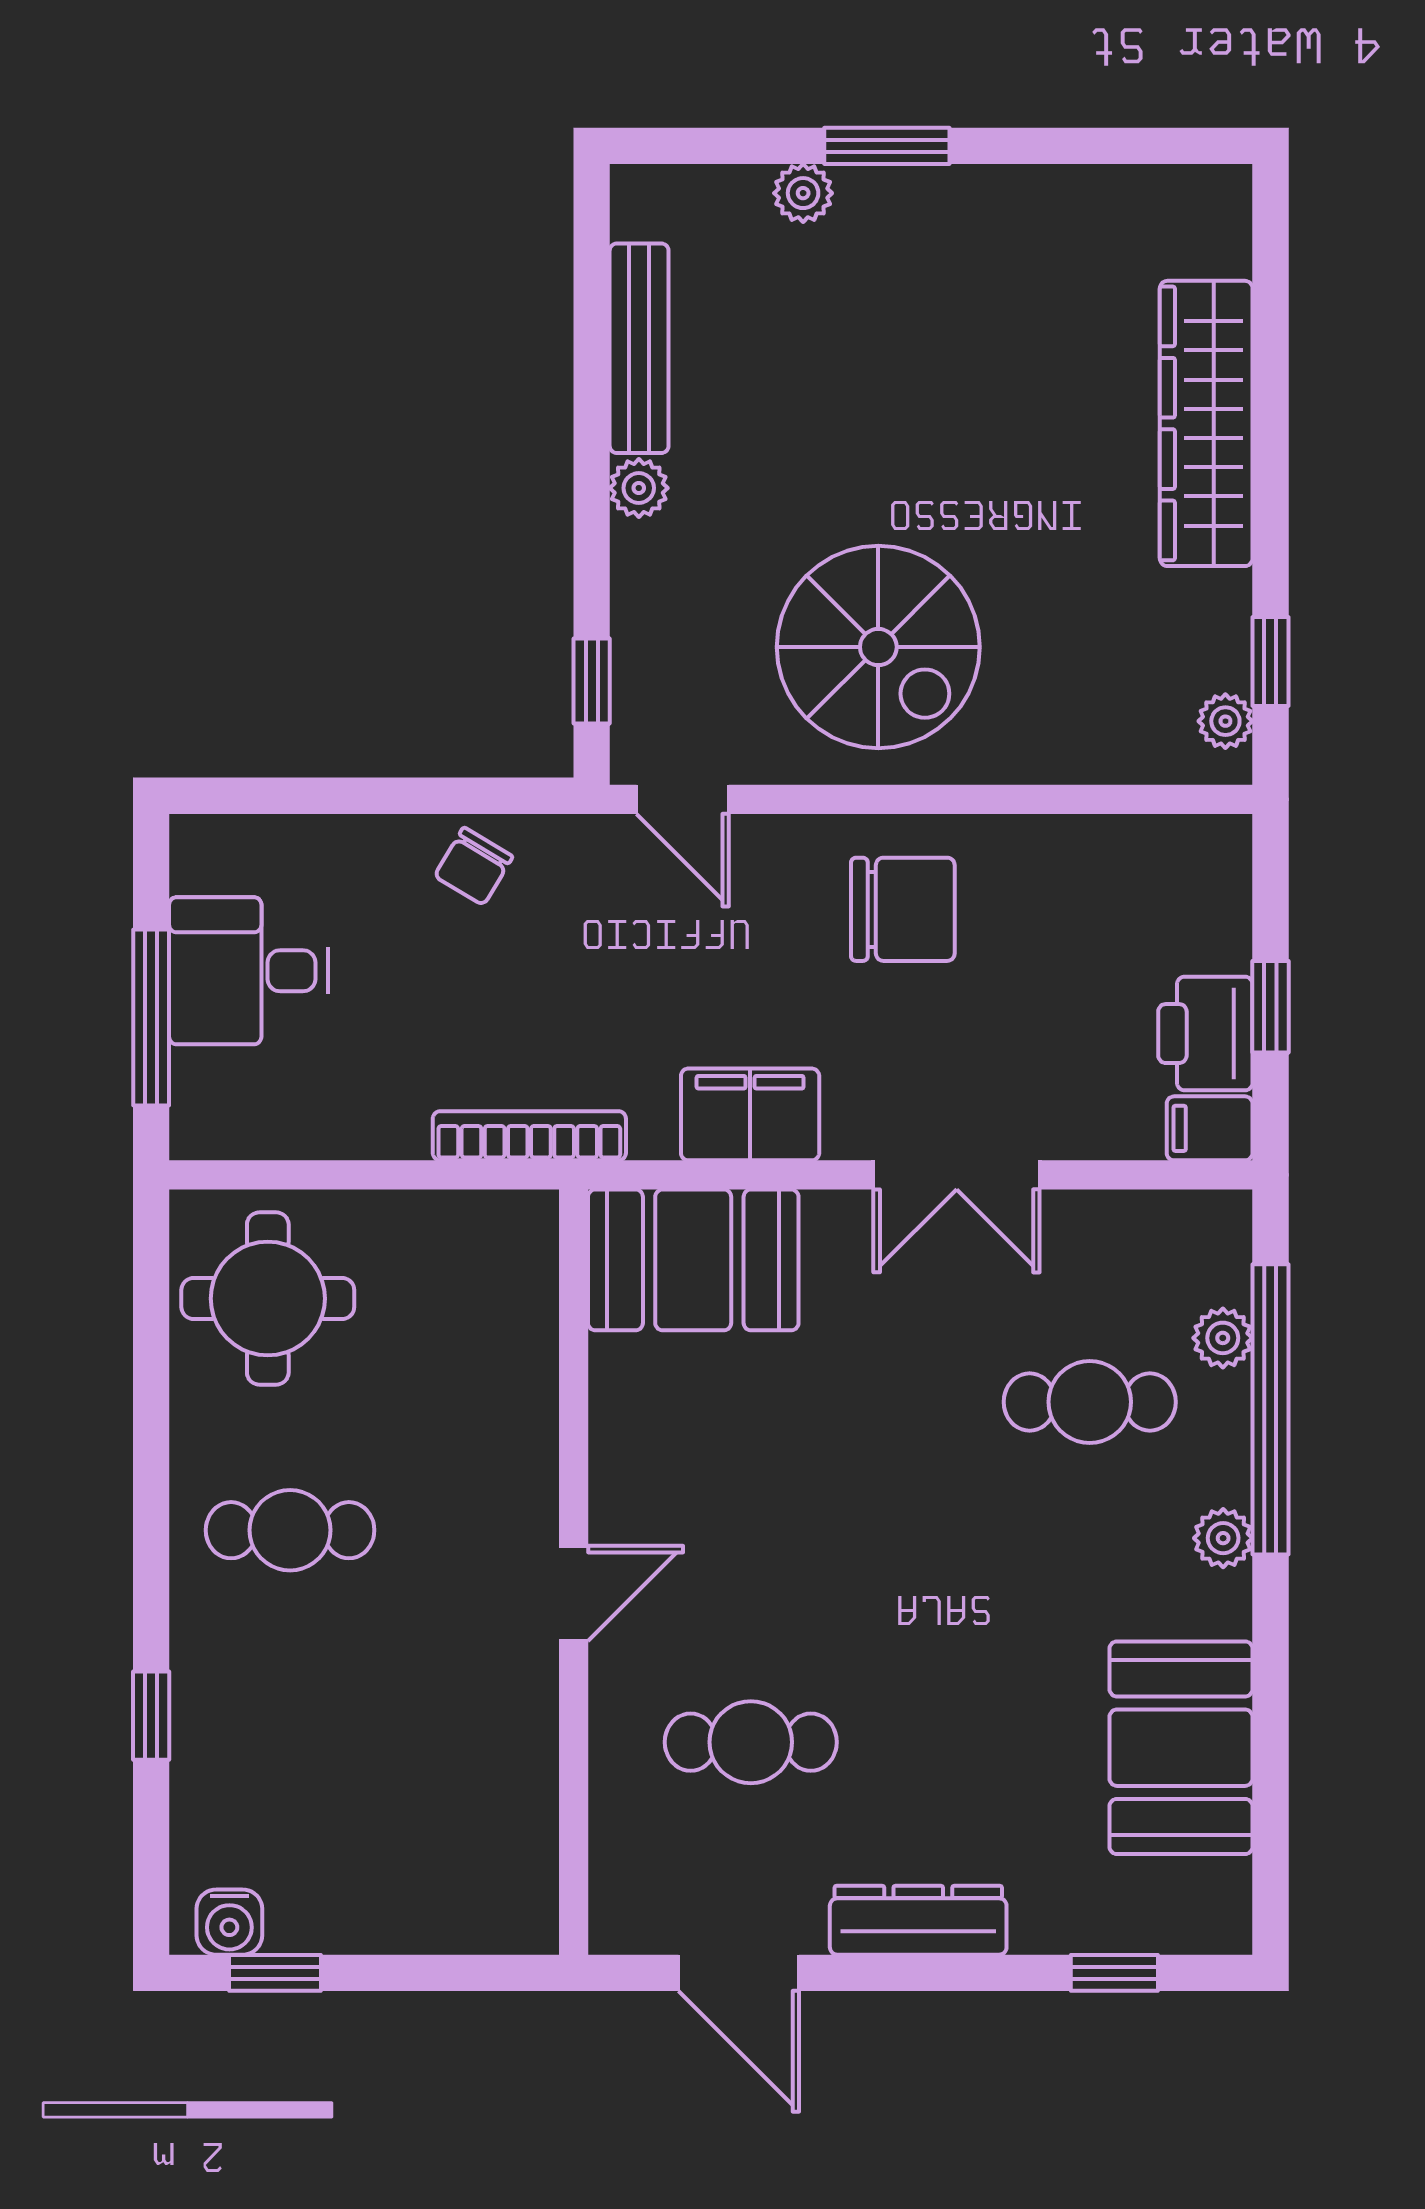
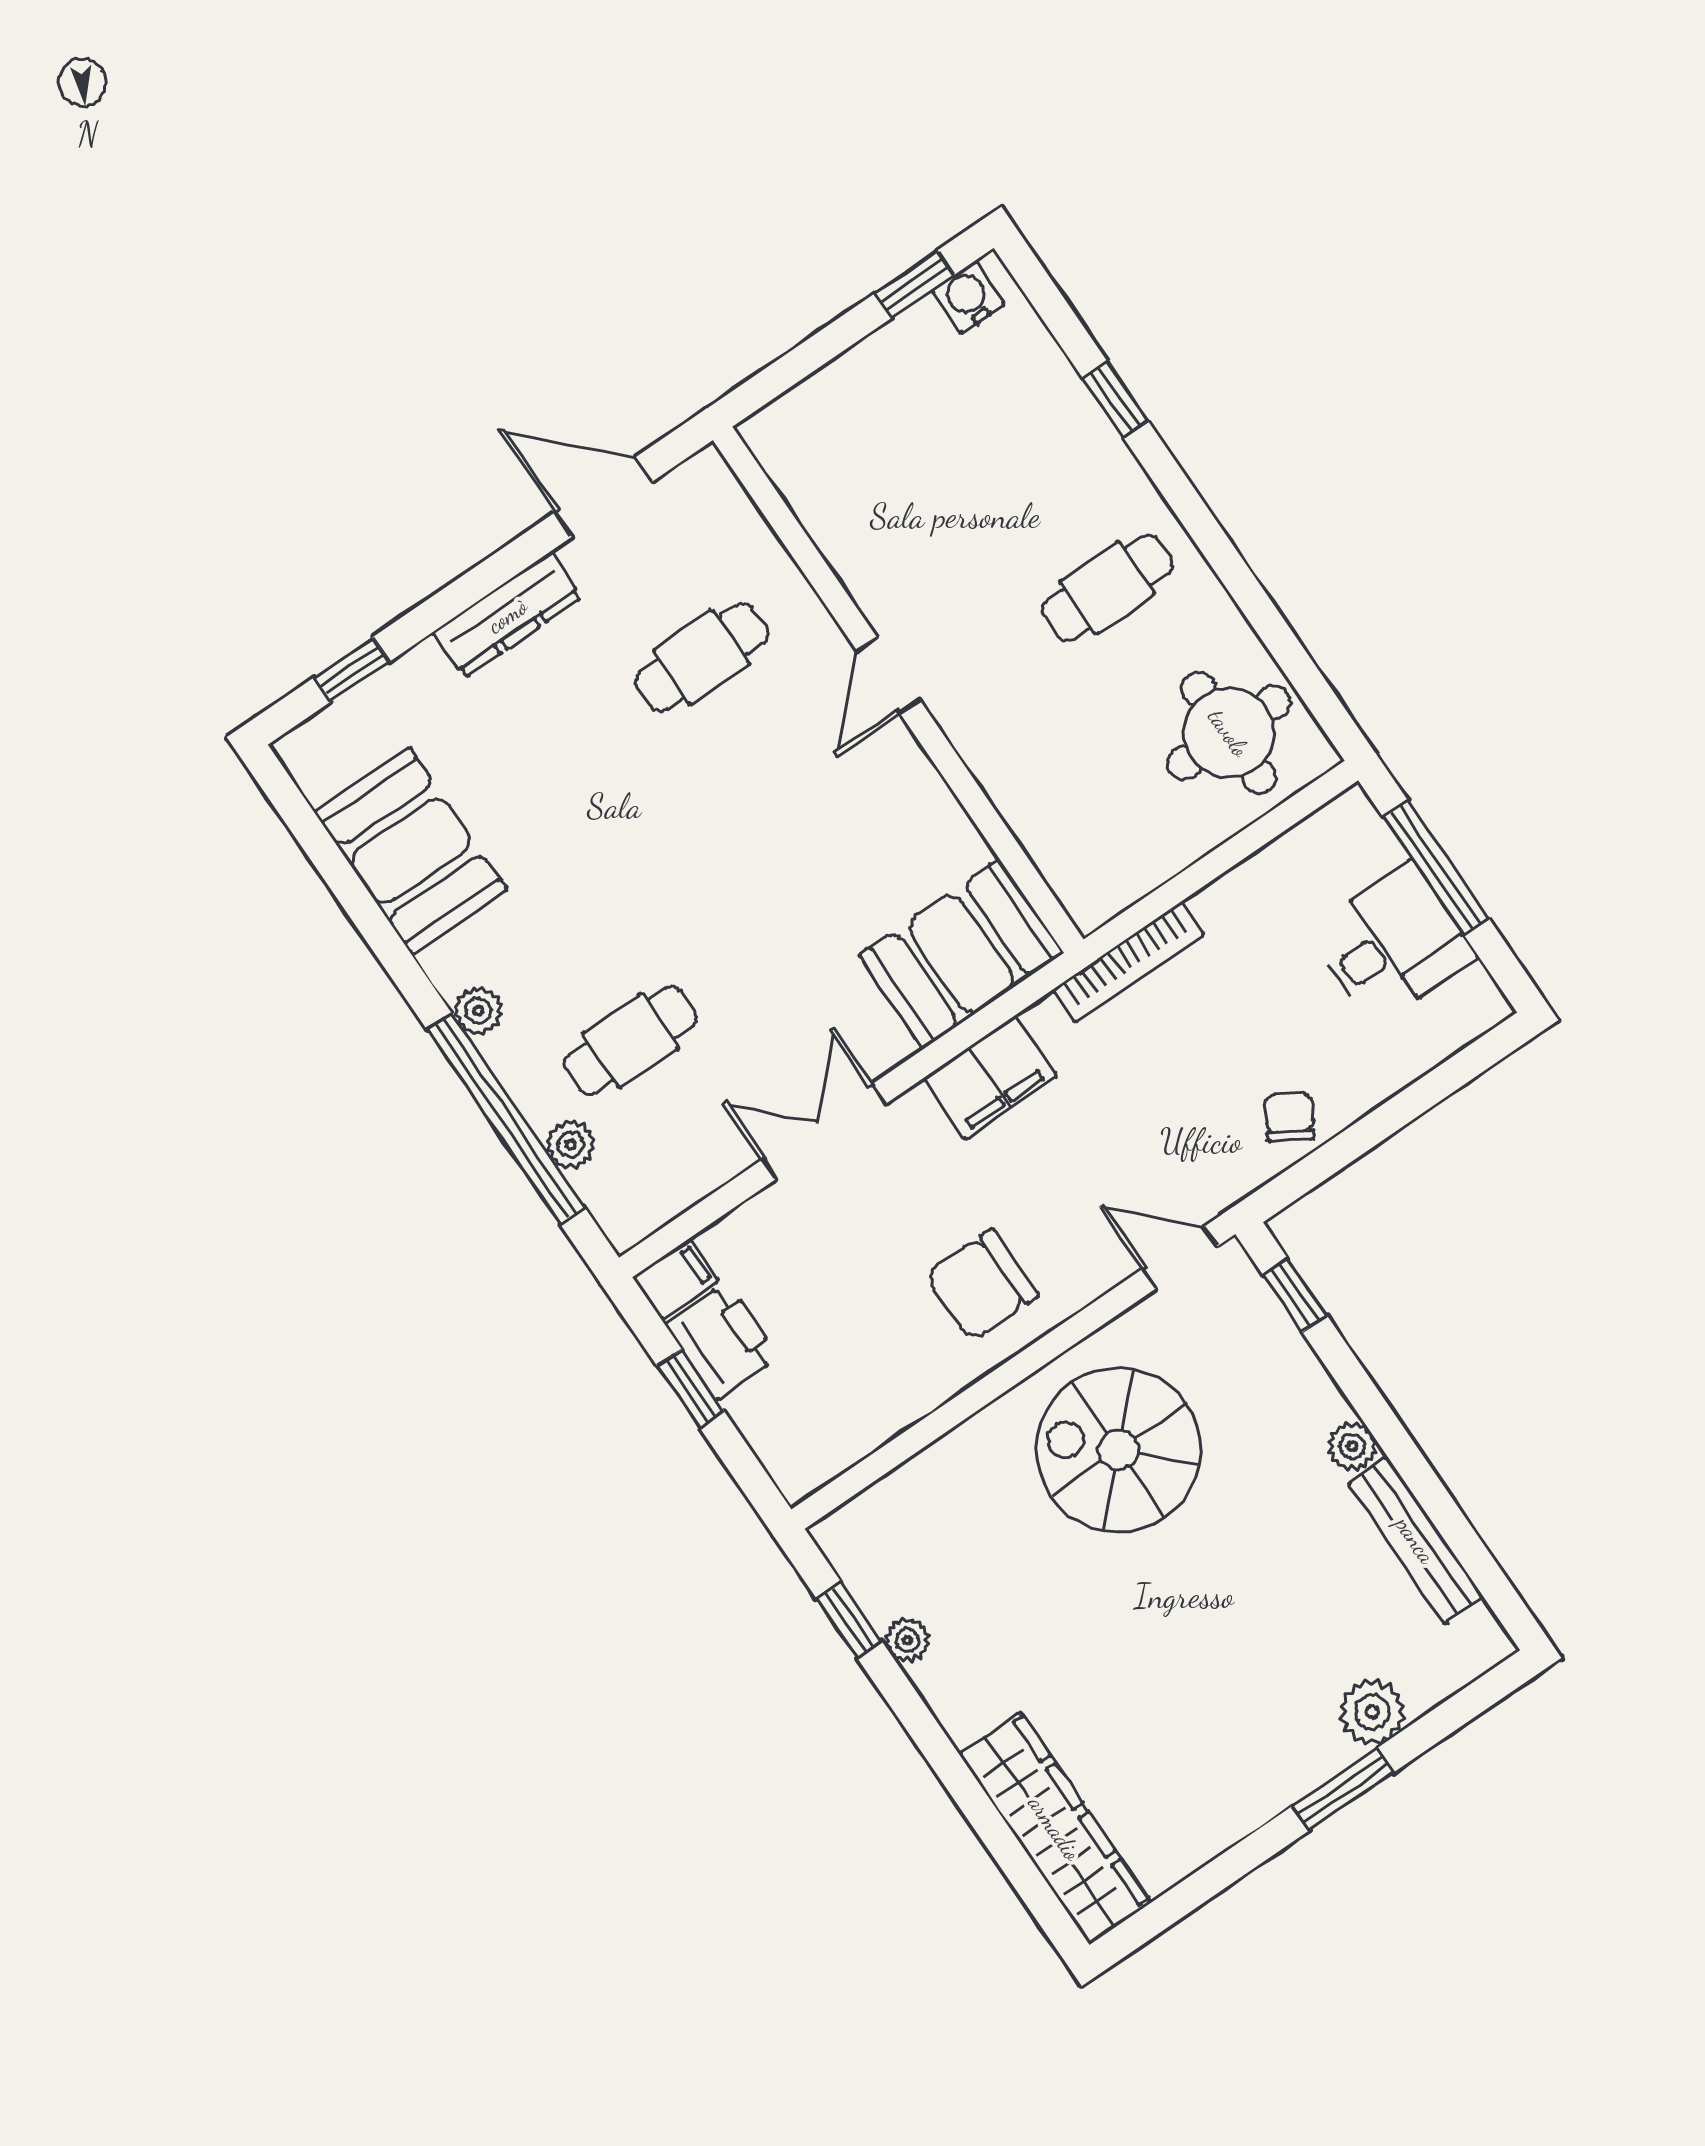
plant: (803, 193) -> (1372, 1712), width x1.38, depth x1.38
wardrobe: (1206, 423) -> (1055, 1828), moved
plant: (1225, 721) -> (907, 1640), moved

